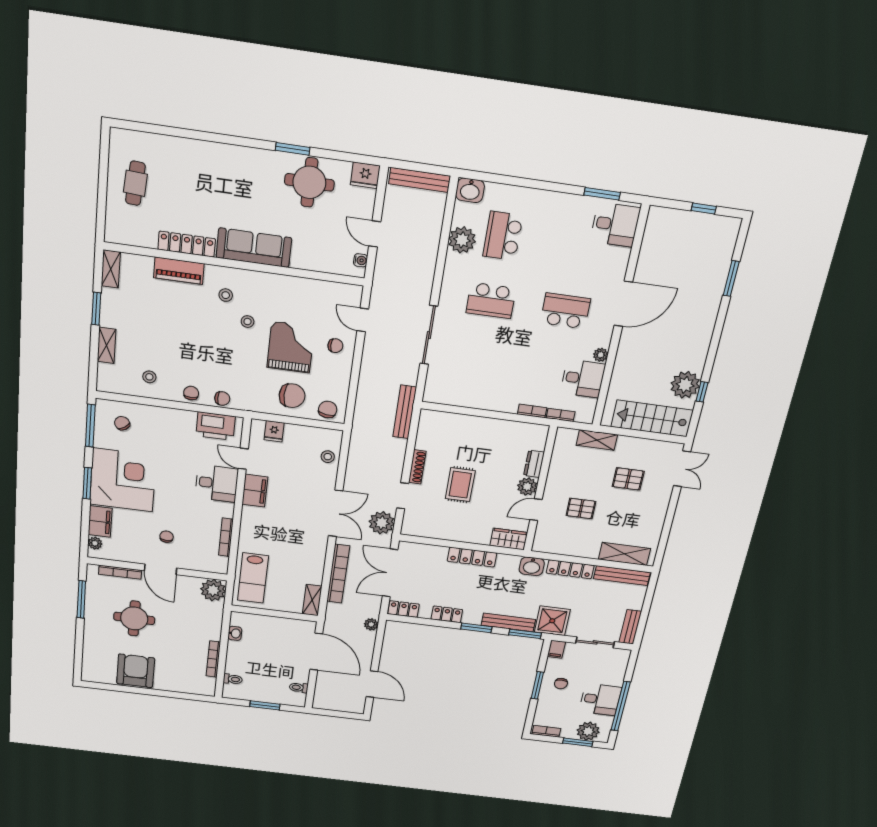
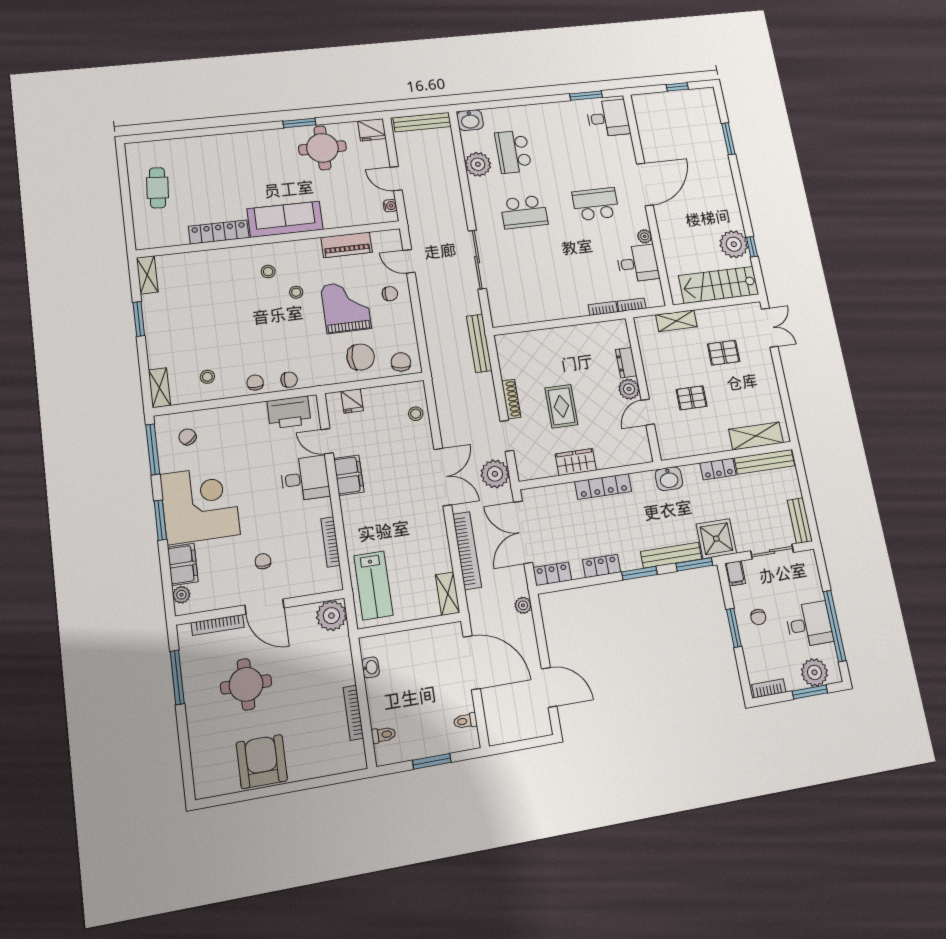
piano: (179, 271) -> (347, 245), moved
shelving: (107, 345) -> (159, 388), moved
wardrobe: (509, 539) -> (576, 462), moved
locker: (570, 569) -> (718, 469), width x0.66

